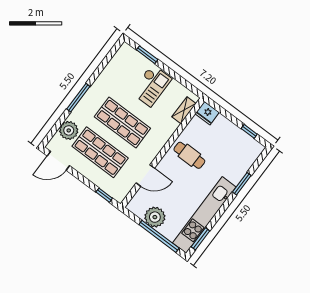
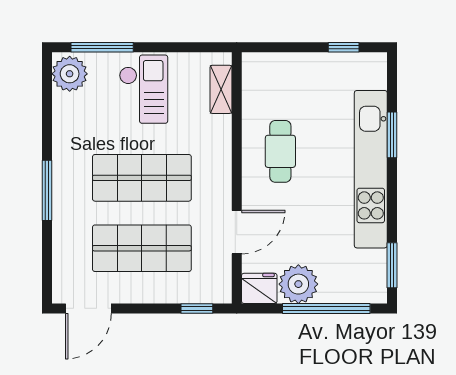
window: (147, 55) -> (102, 47), width x1.44
fridge: (207, 113) -> (259, 288), moved, turned 180
plant: (69, 130) -> (70, 74), moved
cafe table: (189, 155) -> (280, 151), turned 90
kitchen unit: (204, 215) -> (371, 169), moved

